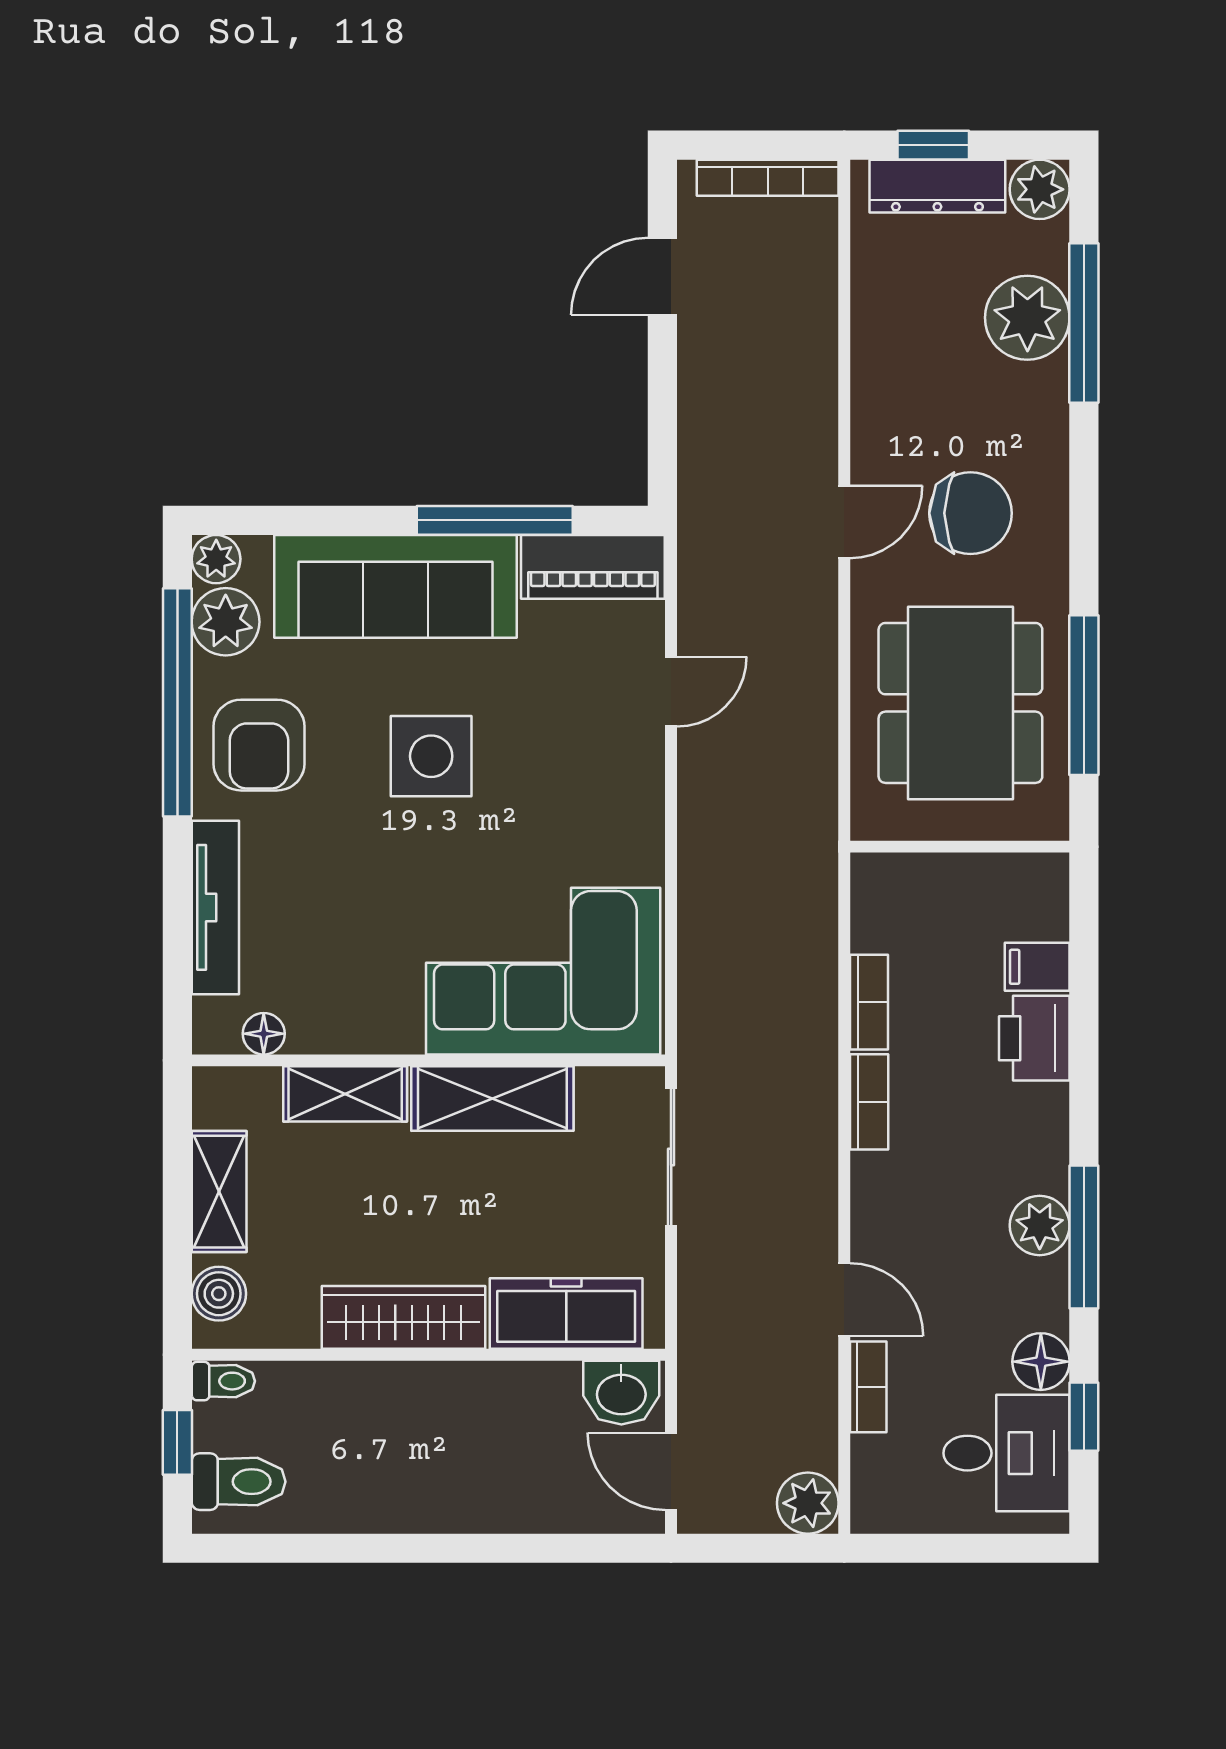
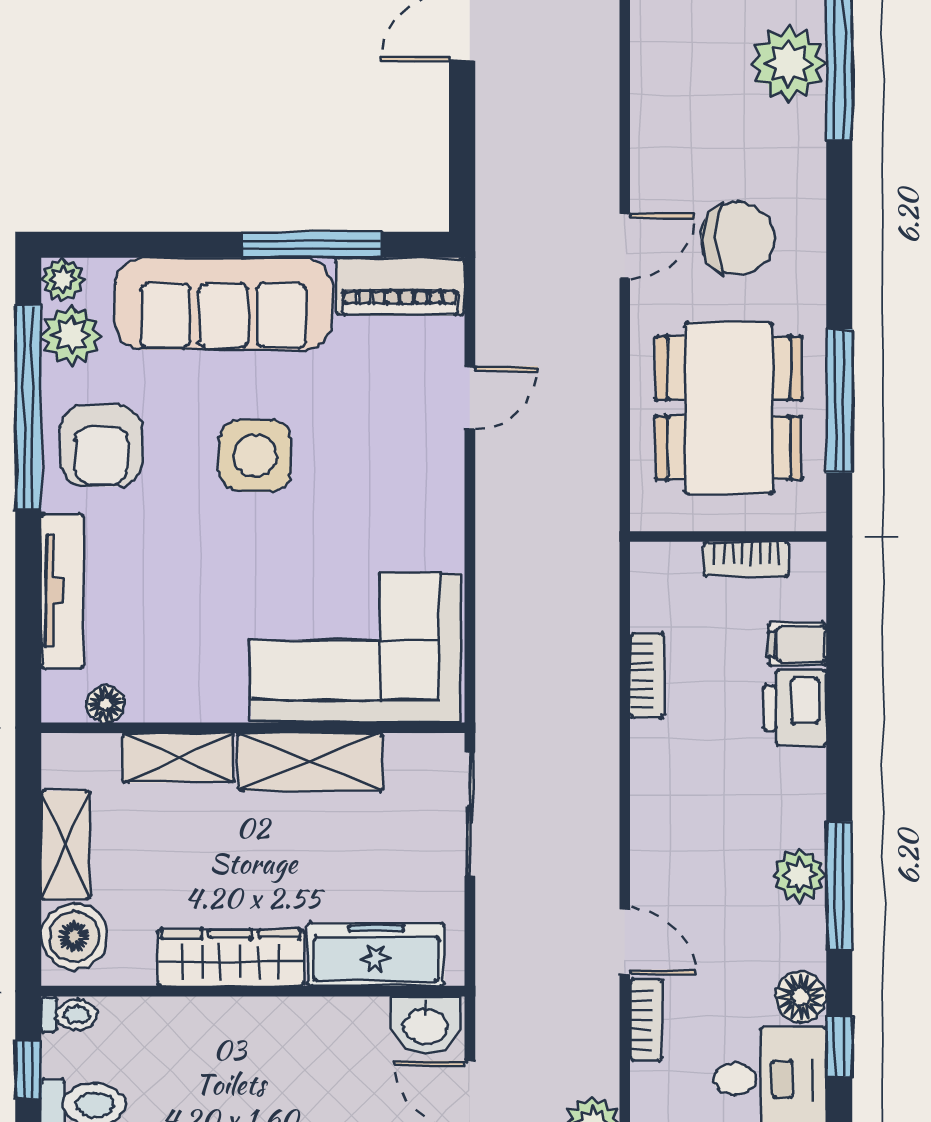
bookcase: (869, 1102) -> (746, 559), moved, turned 90
boiler: (219, 1294) -> (74, 936), width x1.36, depth x1.36

